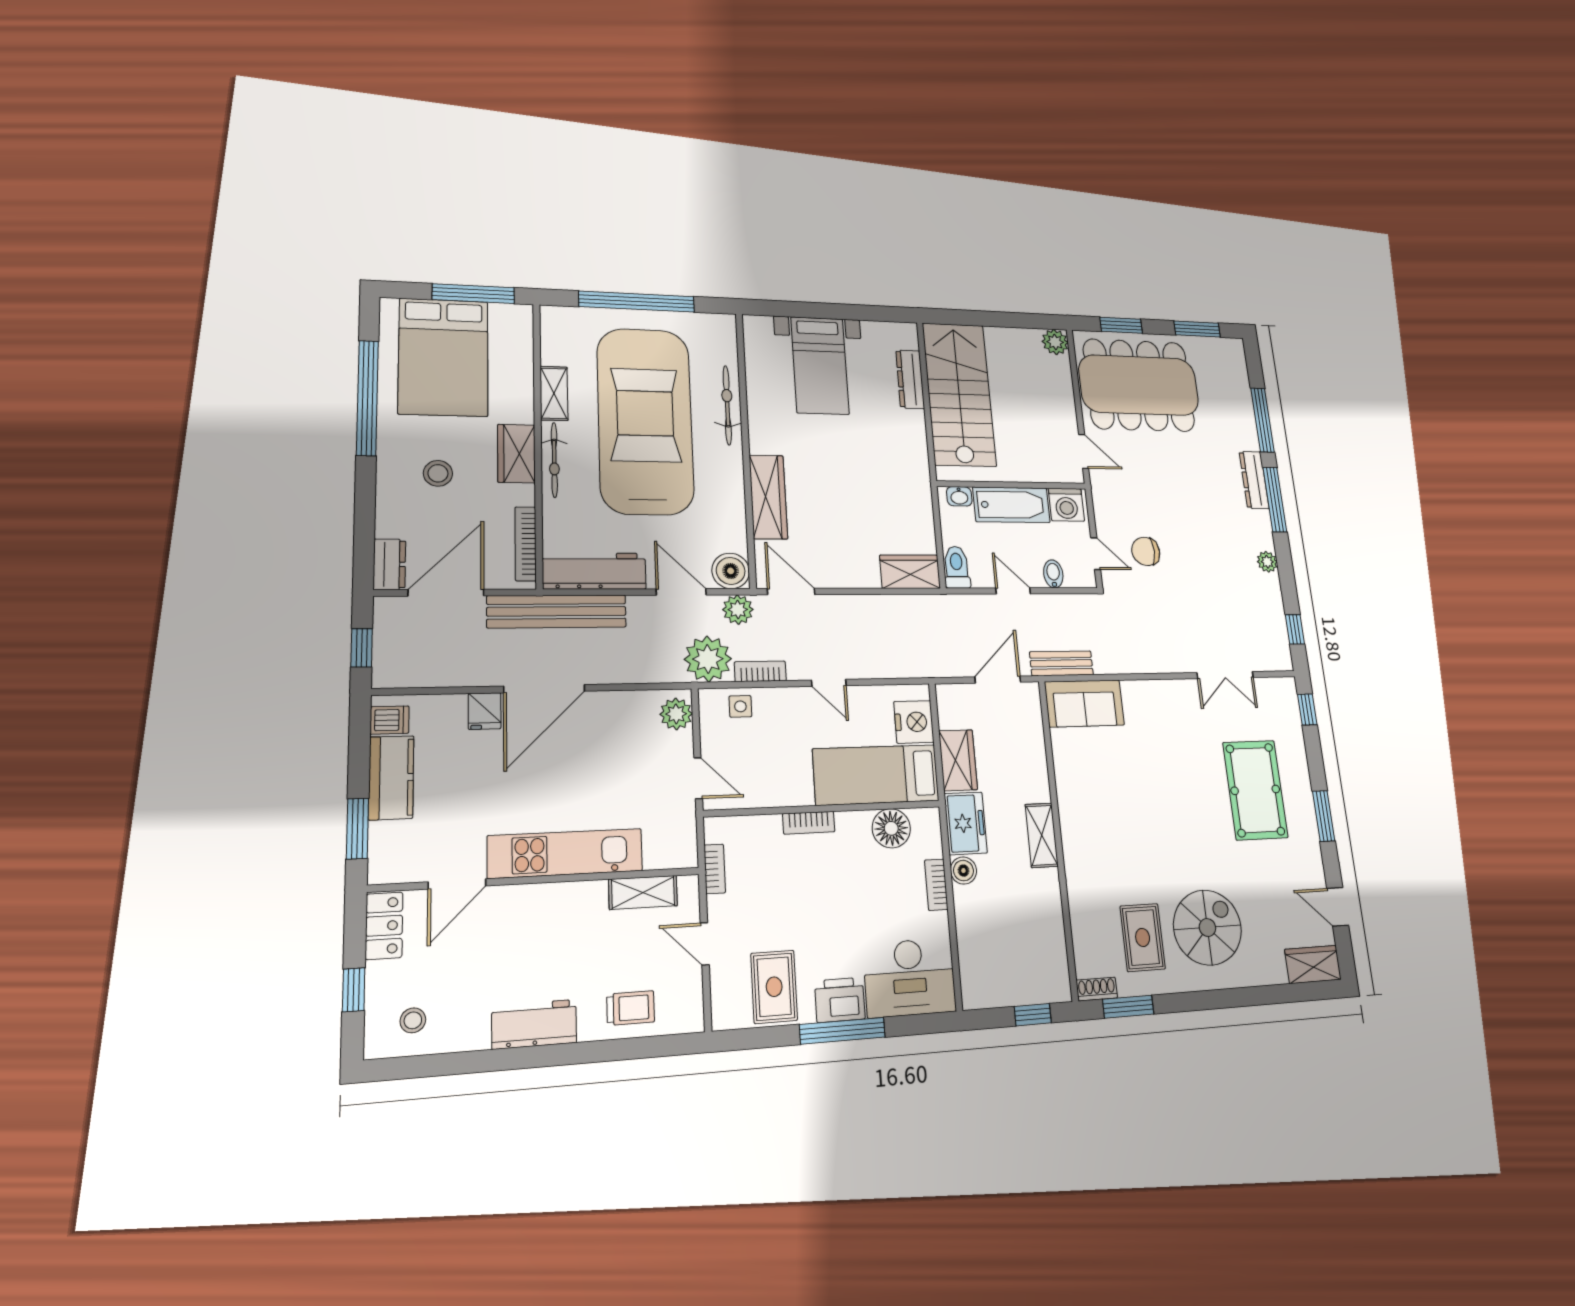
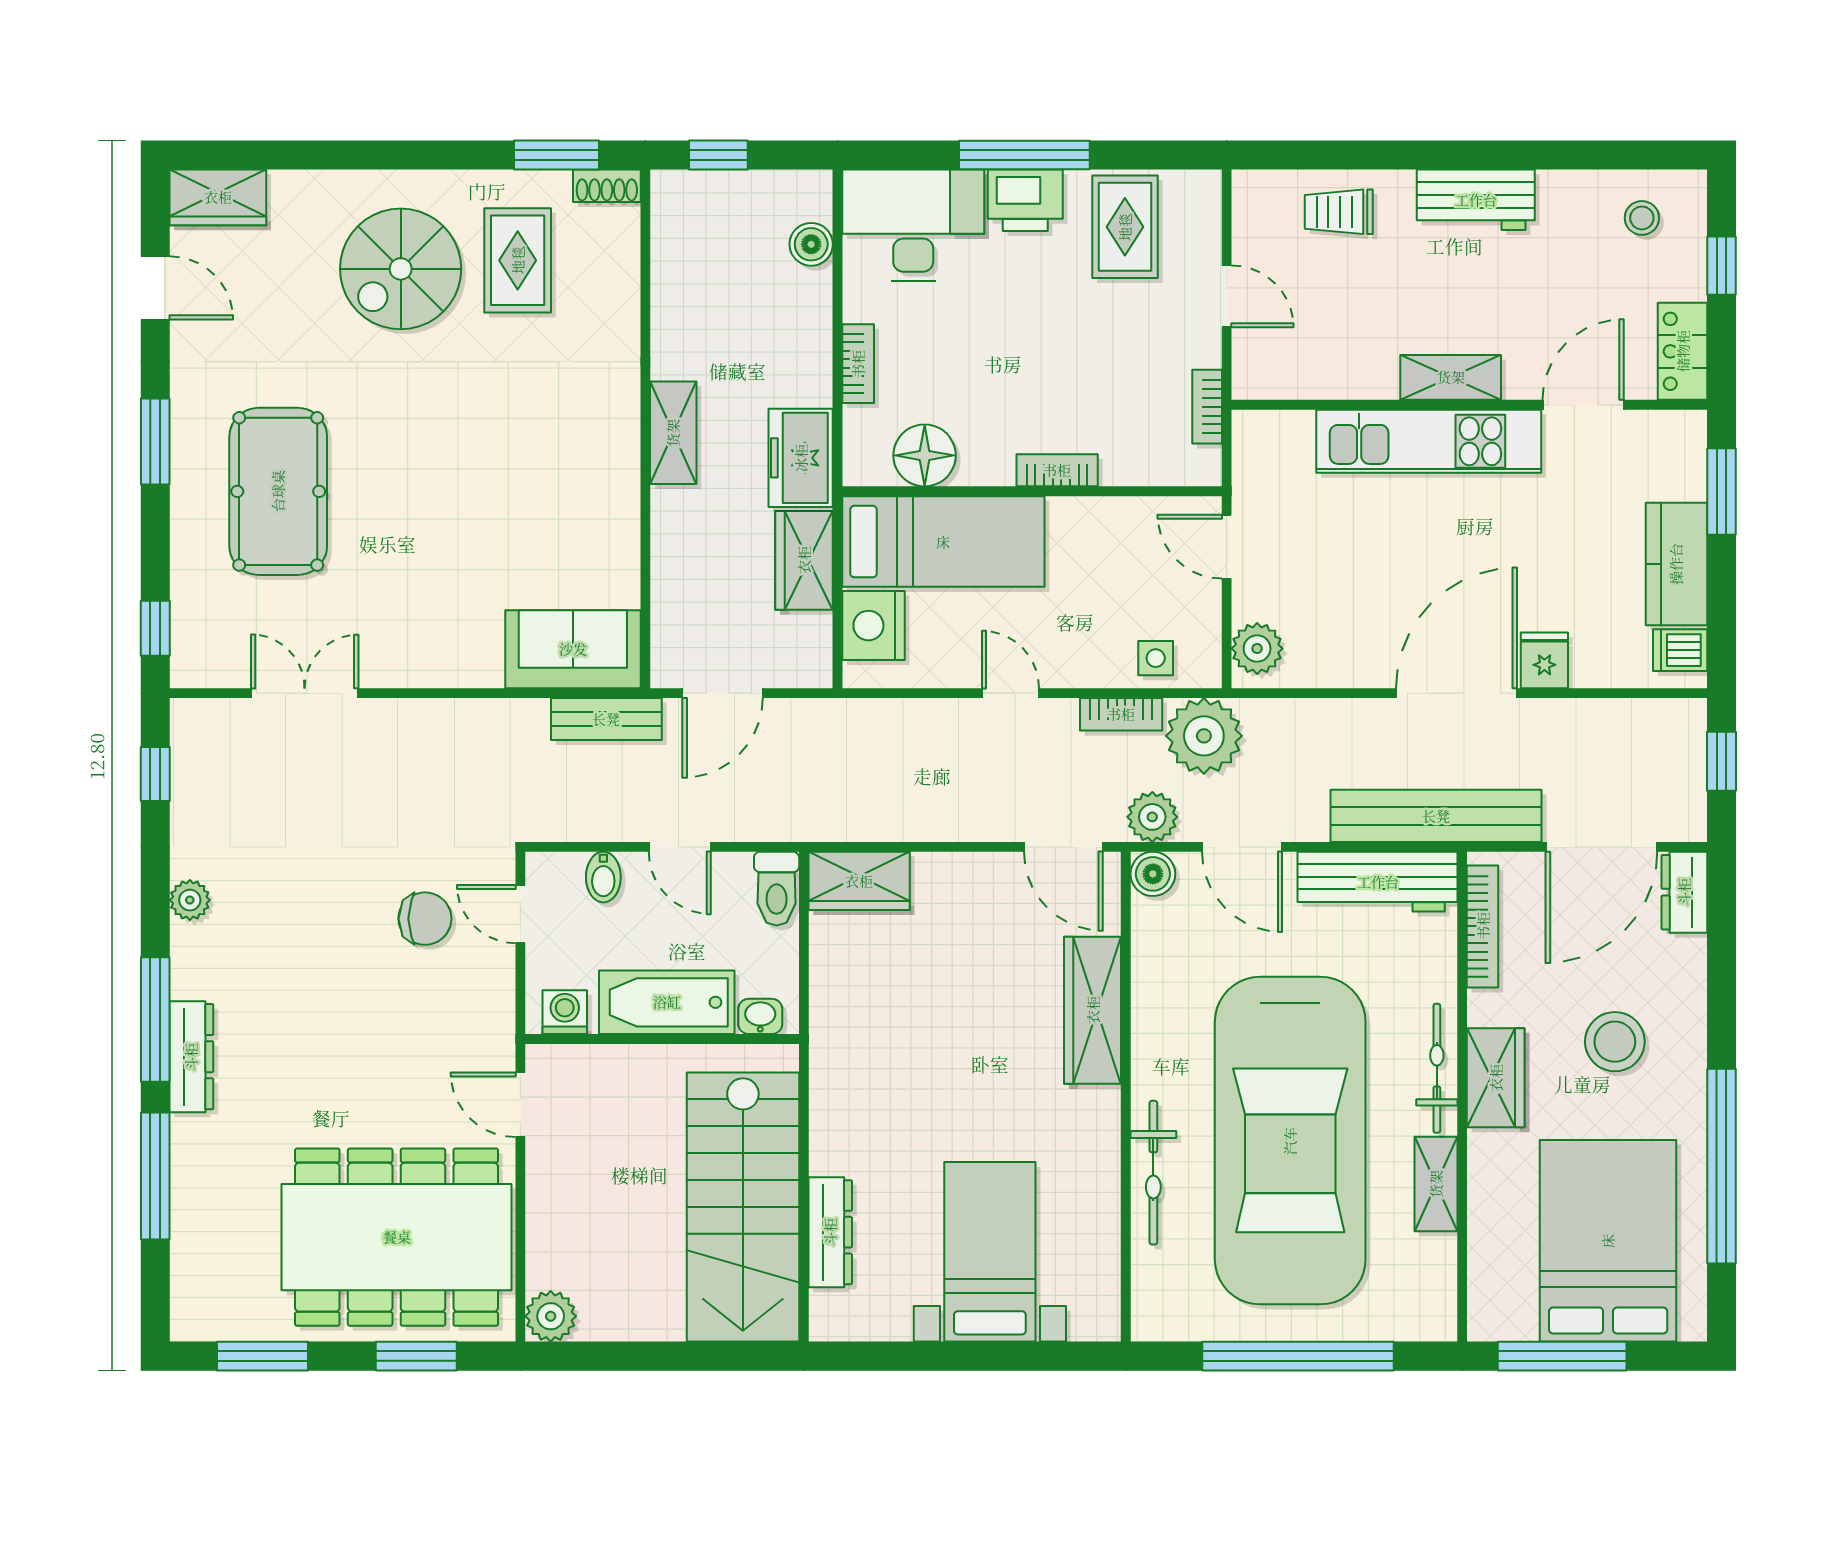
stool: (438, 473) -> (1615, 1042), width x1.38, depth x1.38
washing machine: (1066, 505) -> (565, 1012), width x0.73, depth x0.73
boiler: (731, 571) -> (1153, 874), width x0.73, depth x0.73
boiler: (963, 871) -> (811, 244), moved
shelving: (643, 892) -> (1451, 377), moved

